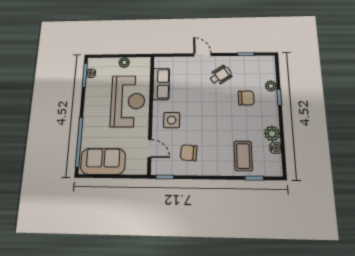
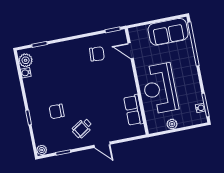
plant: (271, 86) -> (42, 150), moved
side table: (172, 120) -> (117, 79), removed
plant: (272, 134) -> (26, 60), moved
coffee table: (243, 156) -> (51, 61), removed

